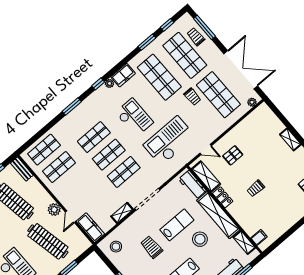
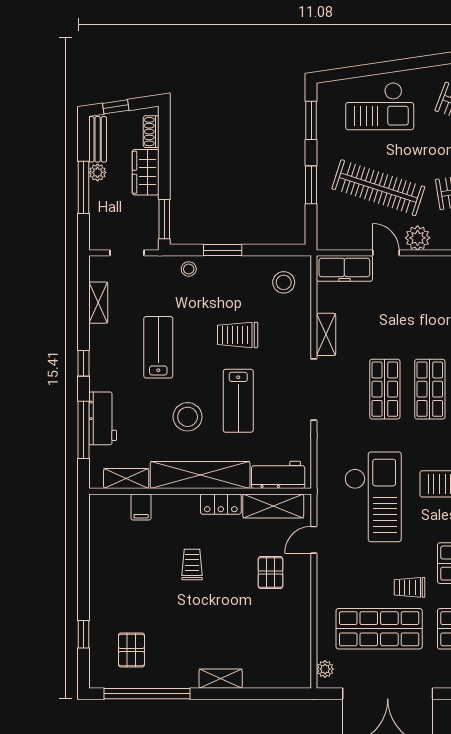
filing cabinet: (259, 237) -> (141, 507), moved
clothes rail: (48, 241) -> (378, 188), turned 30
trolley: (152, 247) -> (238, 335), turned 180

